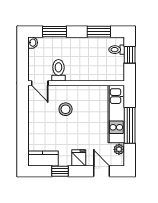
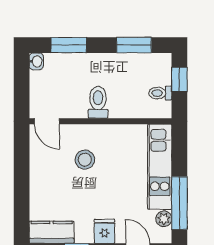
toilet: (117, 50) -> (160, 93), moved
toilet: (58, 70) -> (98, 102), moved
window: (130, 125) -> (179, 203), moved

